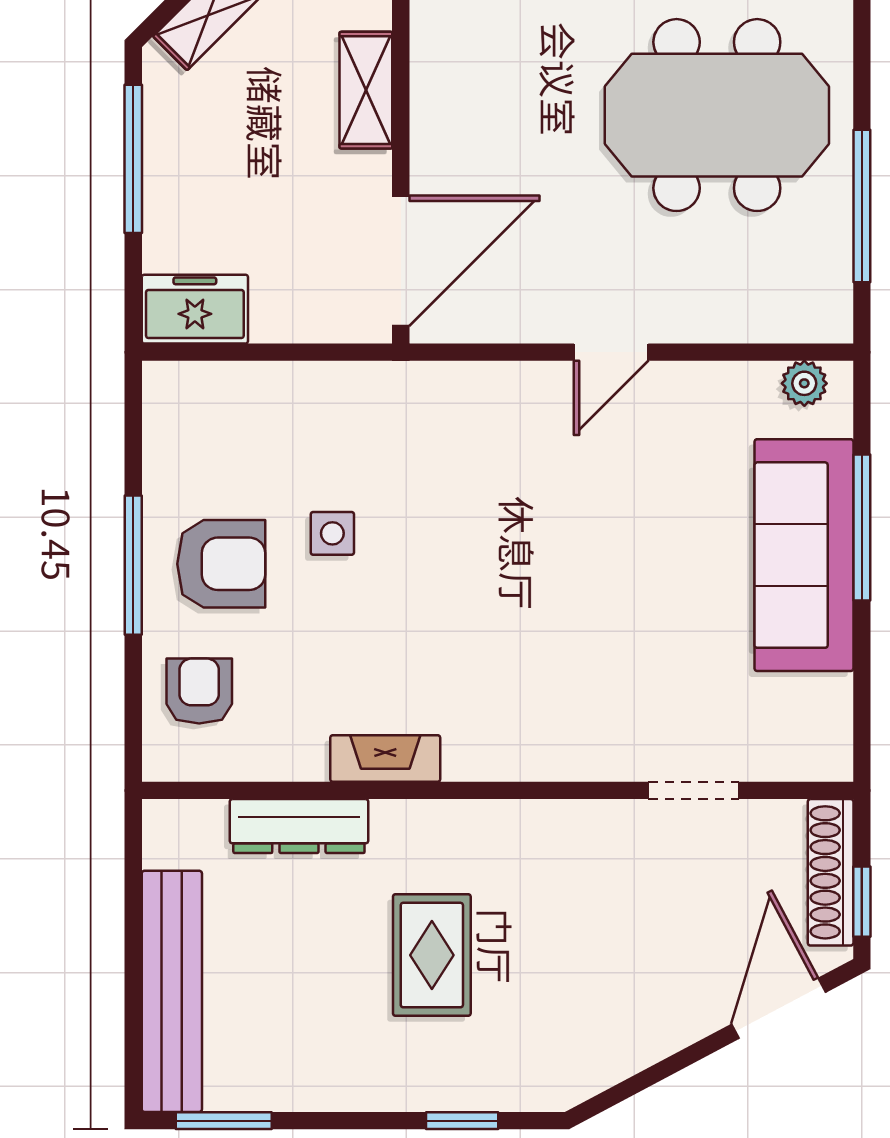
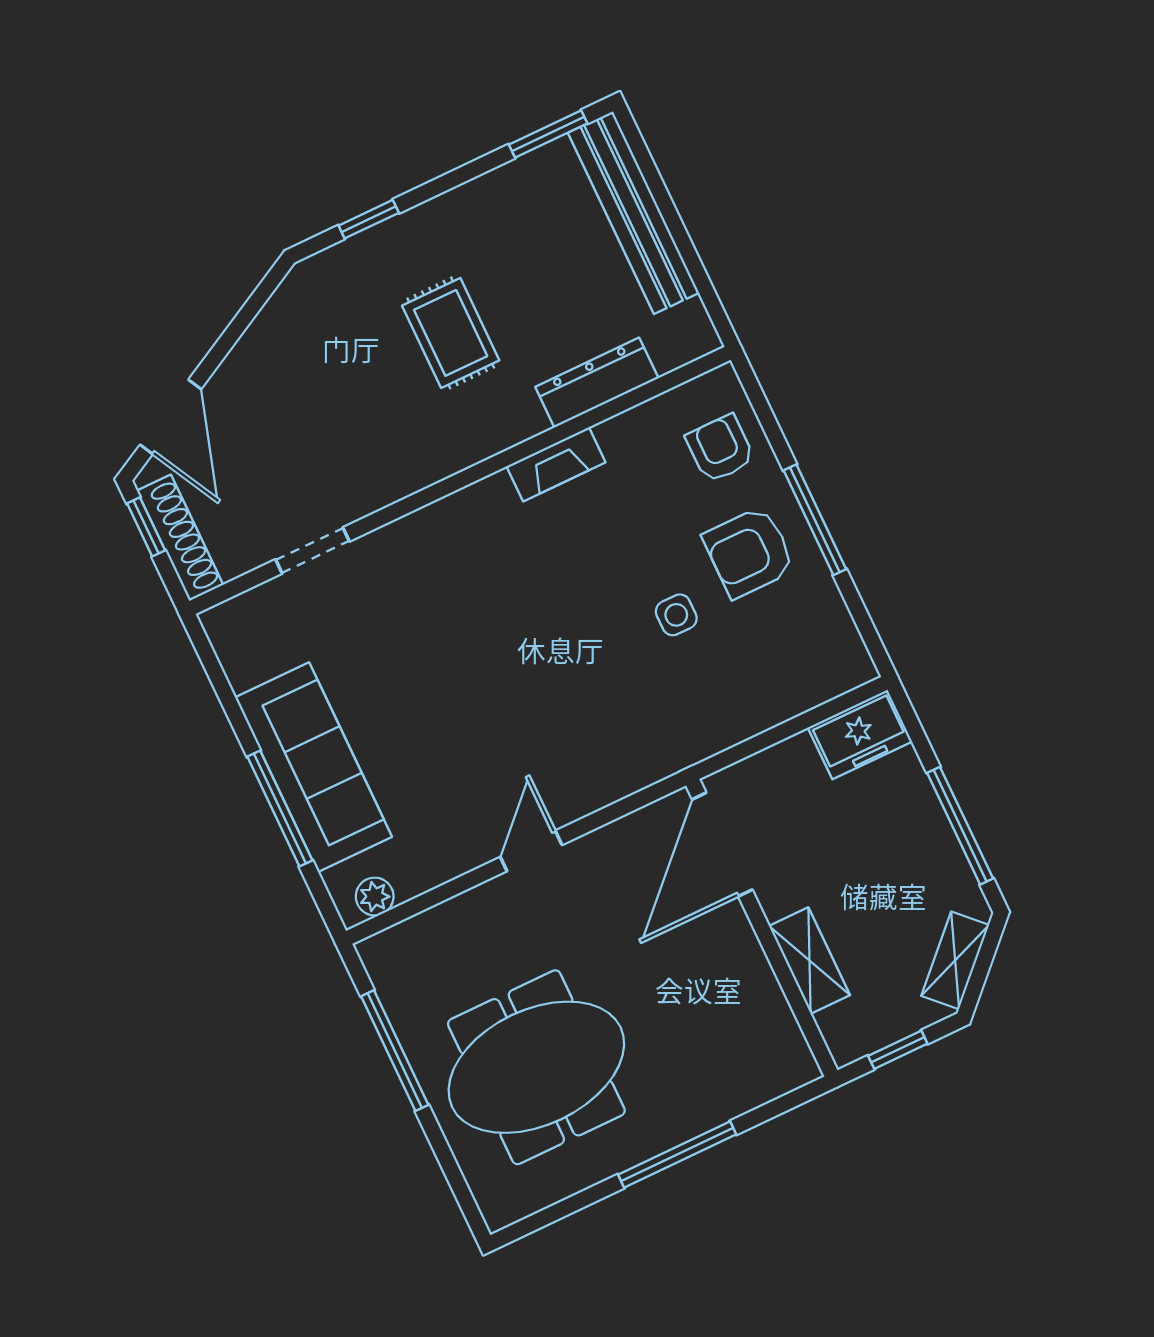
armchair: (199, 691) -> (720, 449), turned 180

